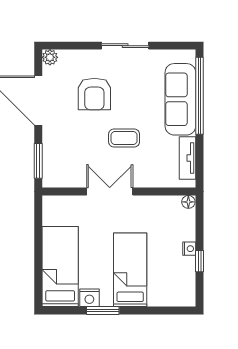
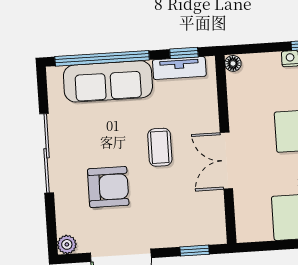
sliding door: (125, 46) -> (47, 153), width x1.37
window: (38, 161) -> (195, 251), width x0.67
window: (199, 163) -> (184, 53), added

